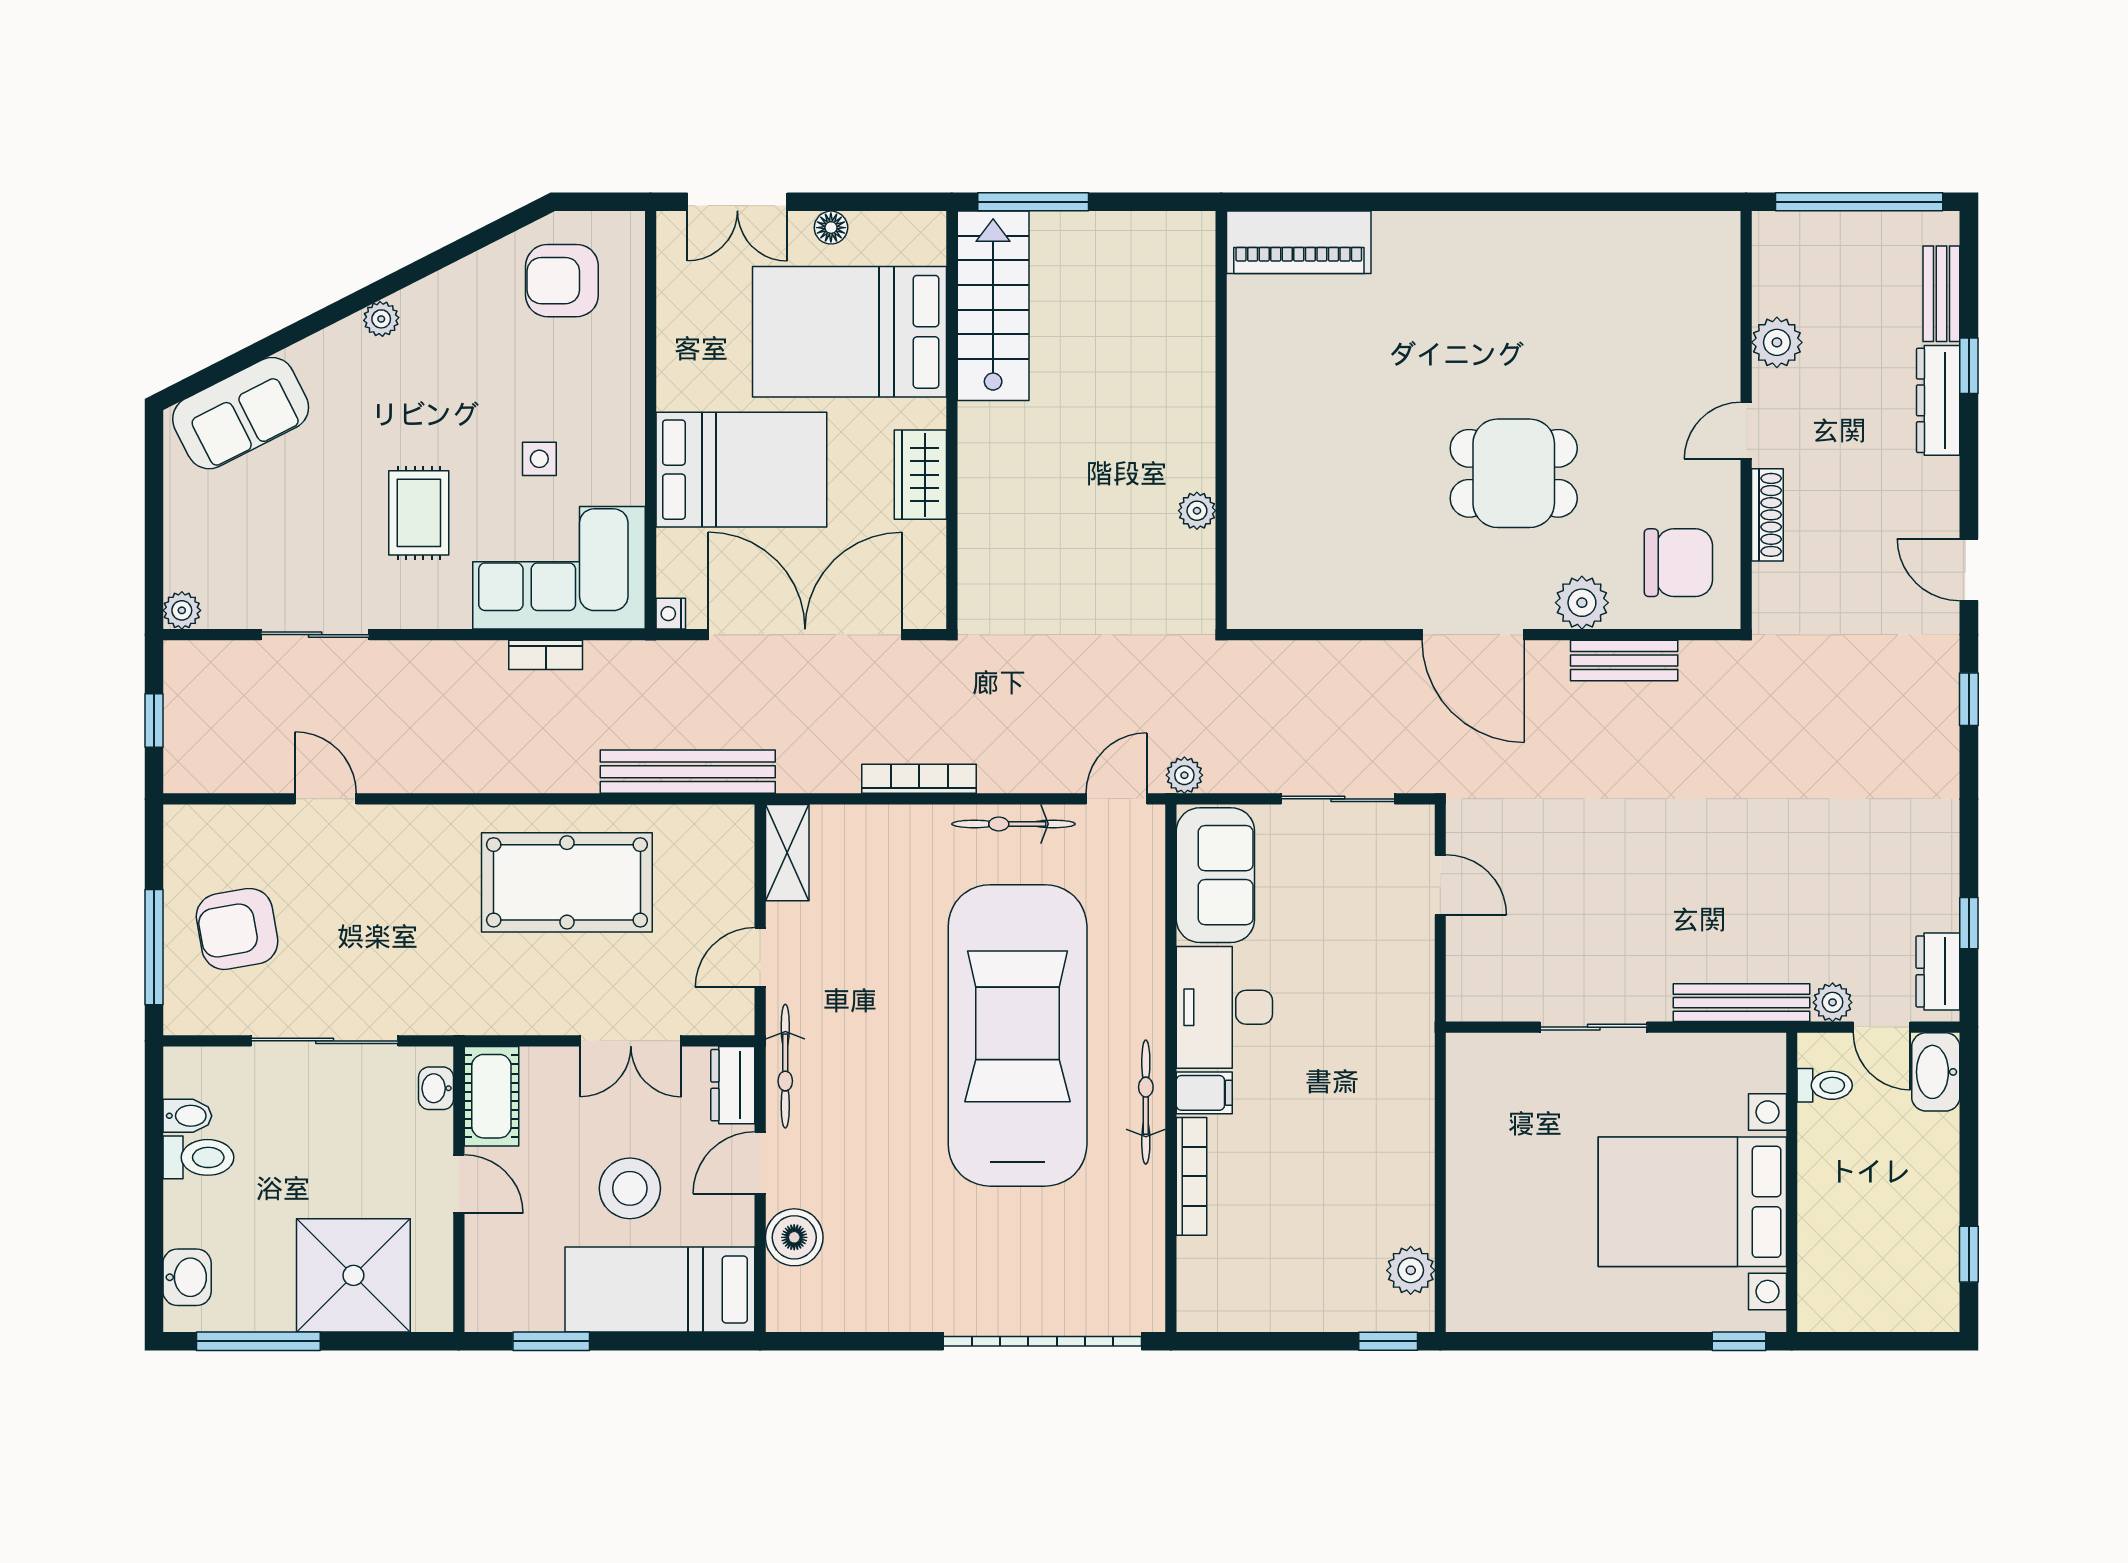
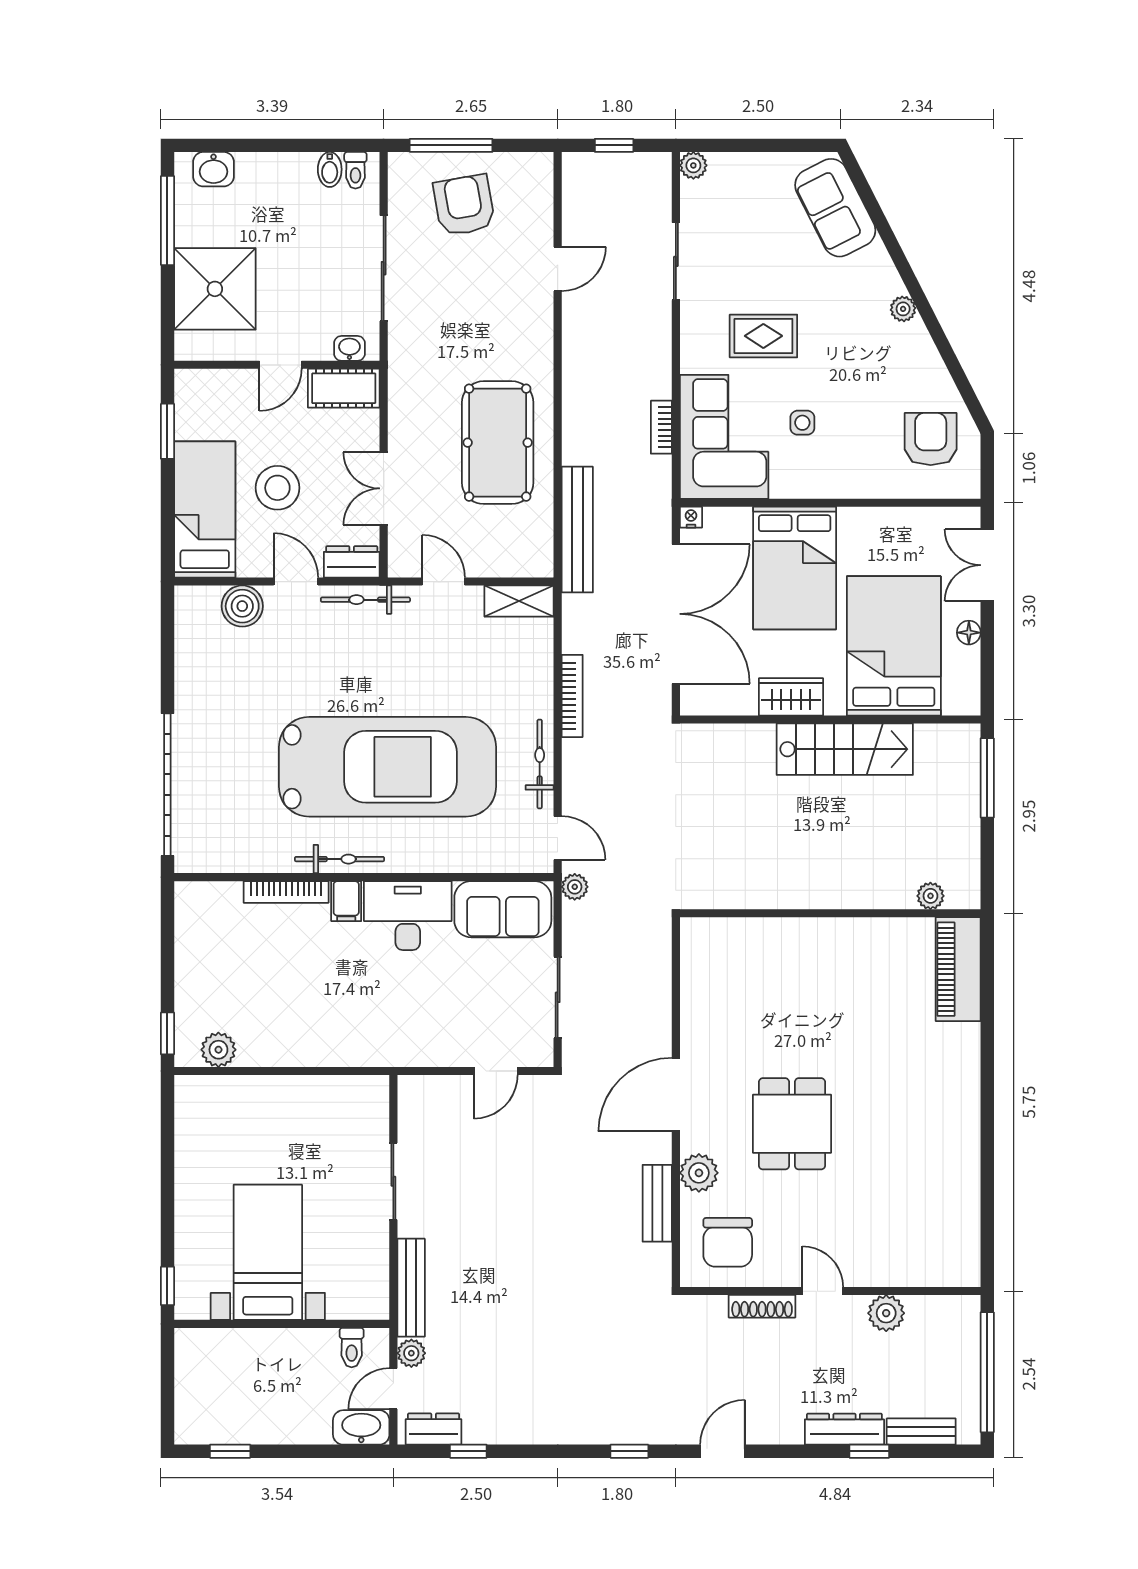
stairs: (993, 306) -> (845, 749), moved
plant: (1197, 511) -> (930, 896), moved
toilet: (198, 1157) -> (355, 170), moved, width x0.73, depth x0.72
bed with nightstands: (1692, 1202) -> (268, 1252), width x0.73

